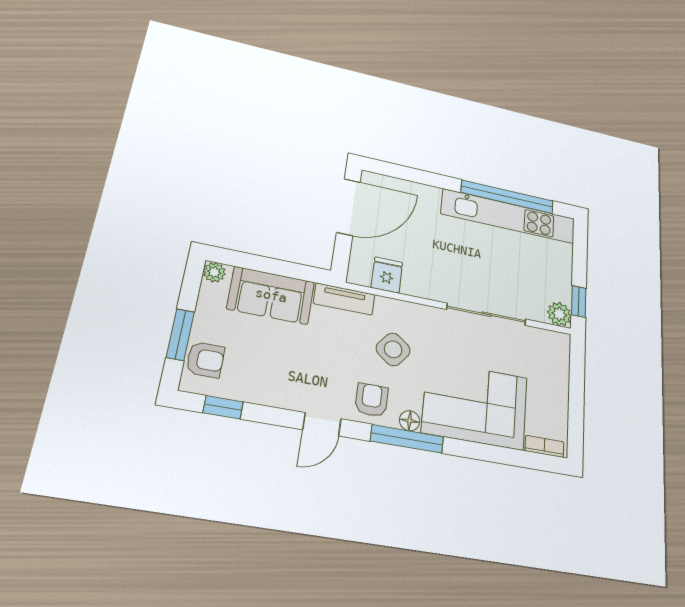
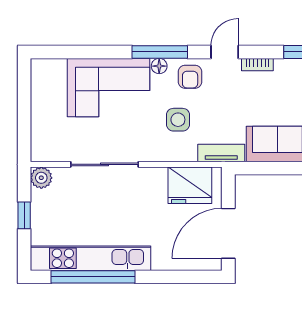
fridge: (387, 275) -> (190, 185), width x1.88, depth x1.34
window: (579, 301) -> (24, 215), moved
side table: (393, 349) -> (178, 120), turned -38
bookcase: (544, 446) -> (257, 65), moved

